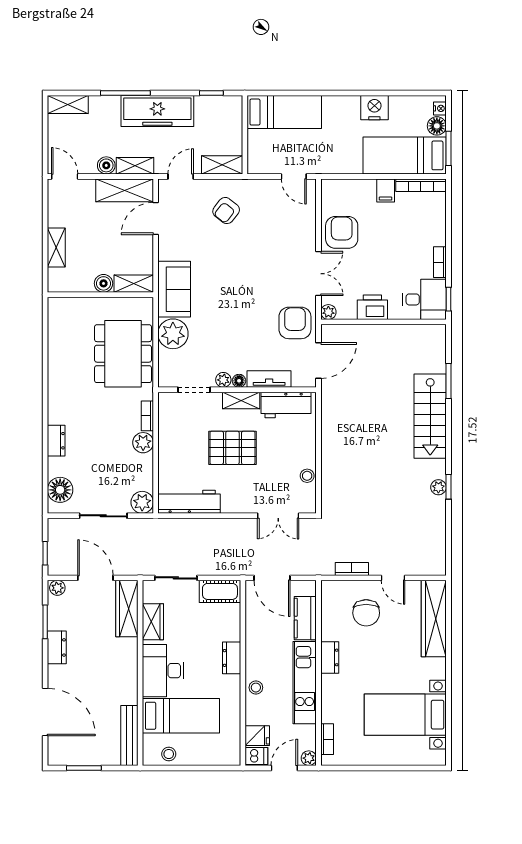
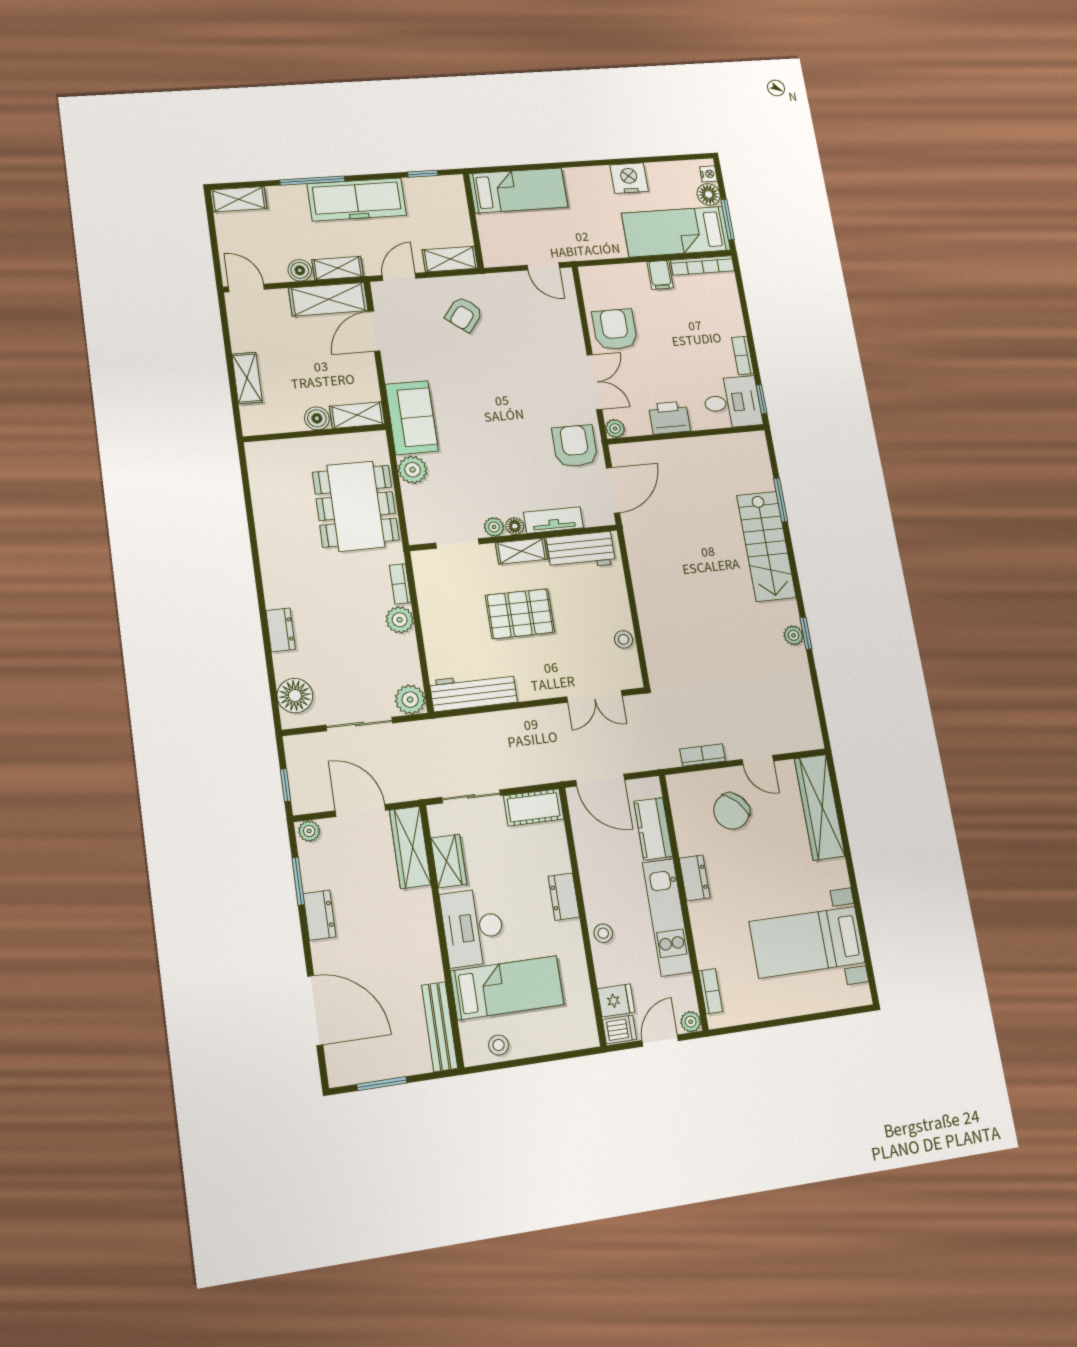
plant: (173, 334) -> (413, 470), width x0.73, depth x0.73
chair: (366, 613) -> (731, 811), turned 45

